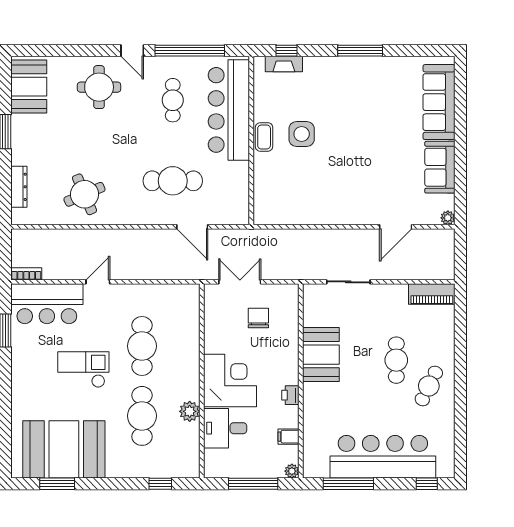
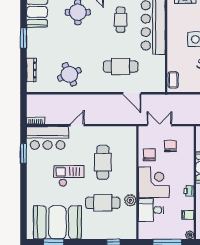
coffee table: (264, 137) -> (173, 80), moved
chair: (222, 333) -> (149, 155), added
cafe table: (142, 416) -> (103, 203), turned 90

